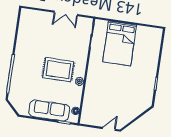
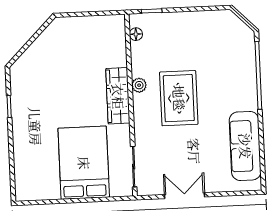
rug: (58, 70) -> (179, 98), turned 90
wardrobe: (93, 78) -> (118, 96), added
sofa: (49, 110) -> (245, 146), moved, turned 90
door: (109, 129) -> (74, 15), removed

